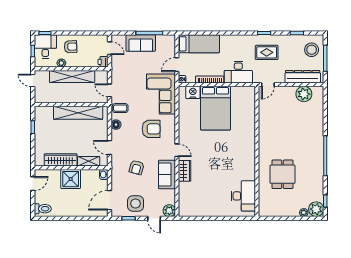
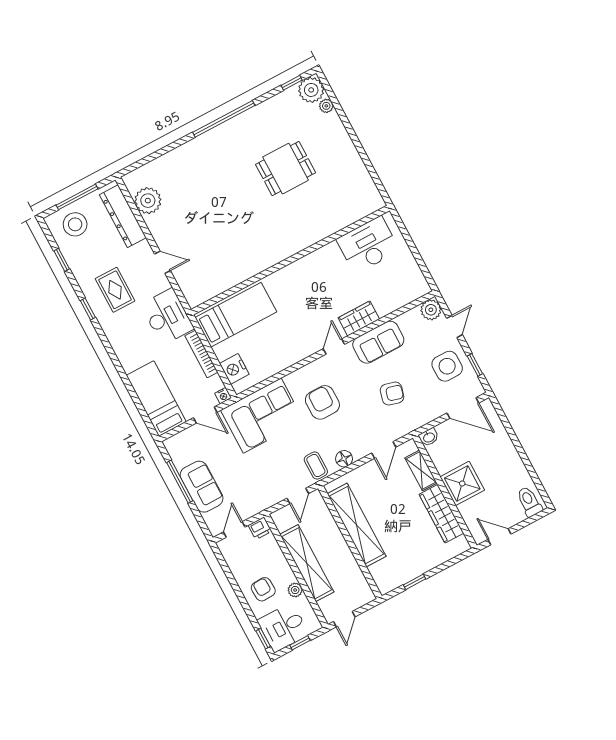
bed: (215, 108) -> (236, 315), width x0.67
wall: (257, 151) -> (290, 260), moved
desk: (243, 196) -> (368, 245), moved

